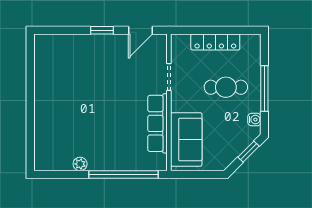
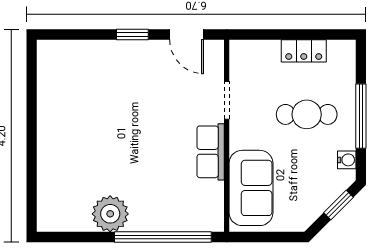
door: (140, 30) -> (187, 34), hinge flipped
locker: (215, 42) -> (304, 51), width x0.66
row of seats: (157, 123) -> (211, 152), width x0.68
plant: (80, 164) -> (110, 214), width x1.87, depth x1.87

